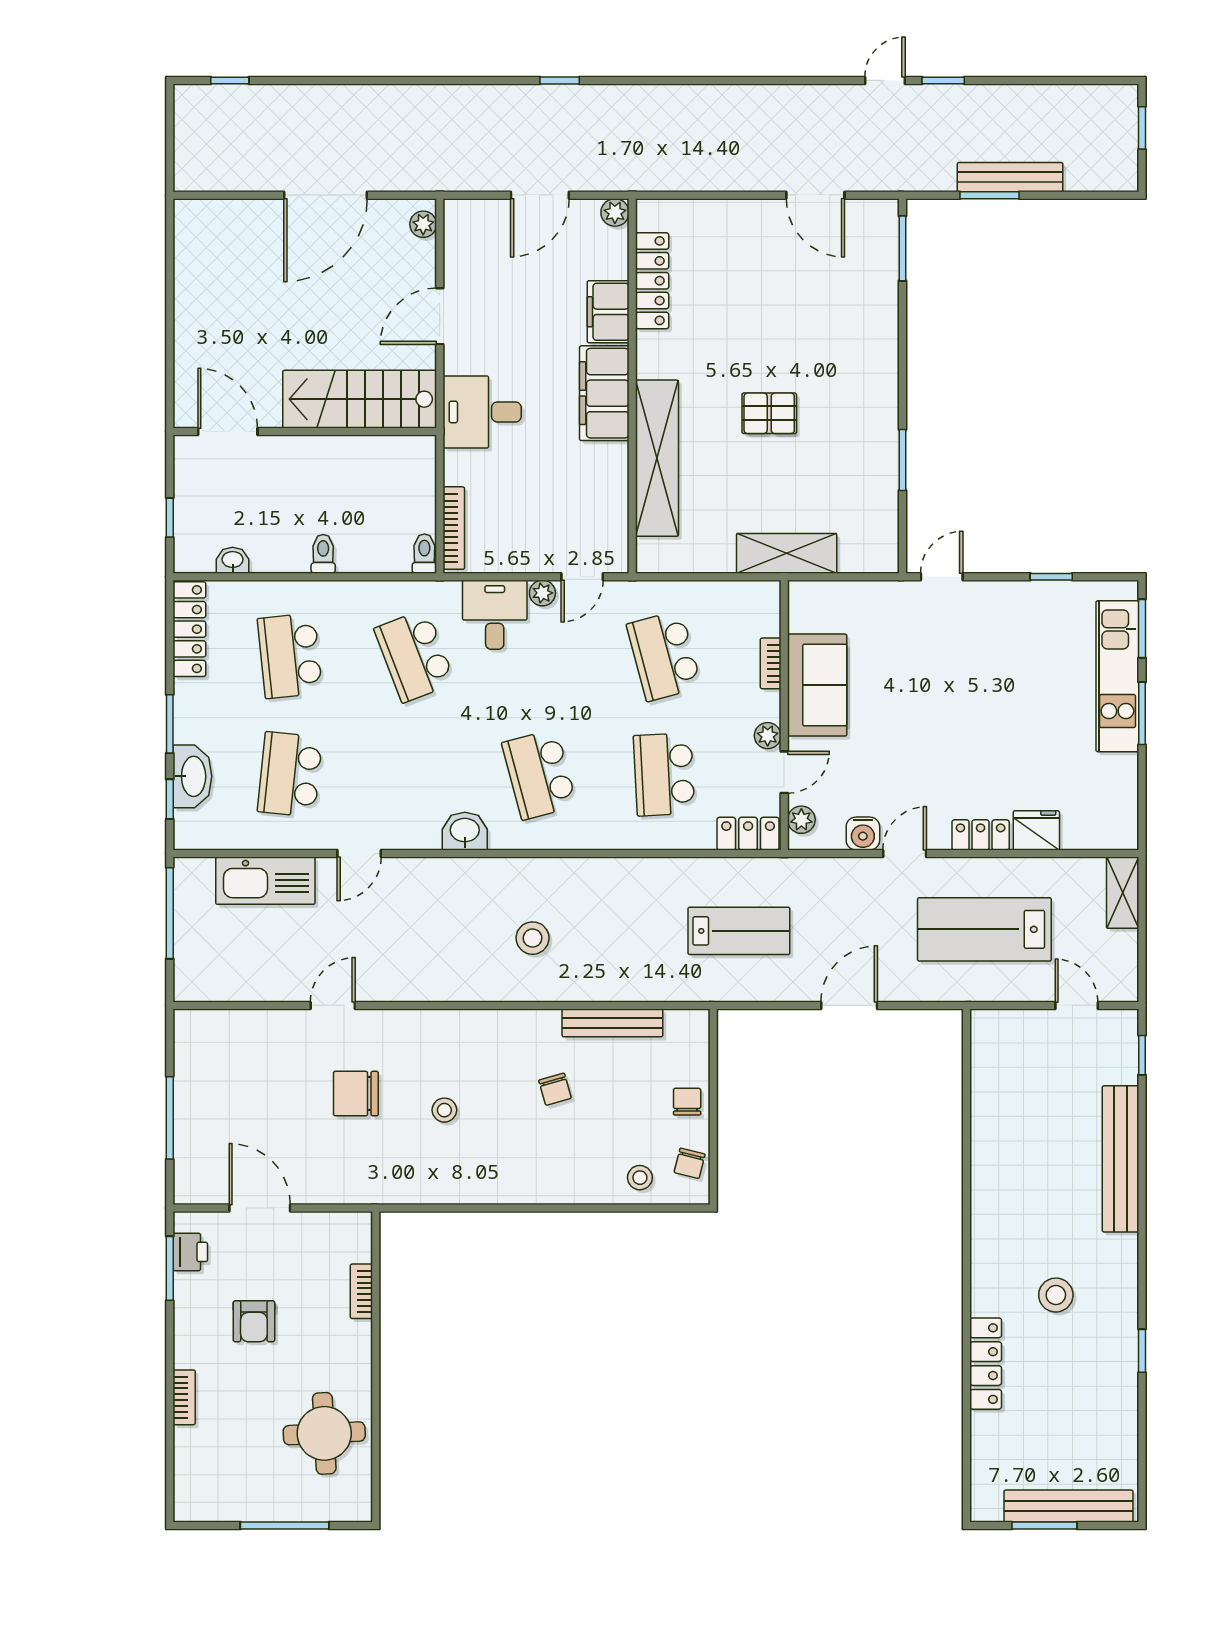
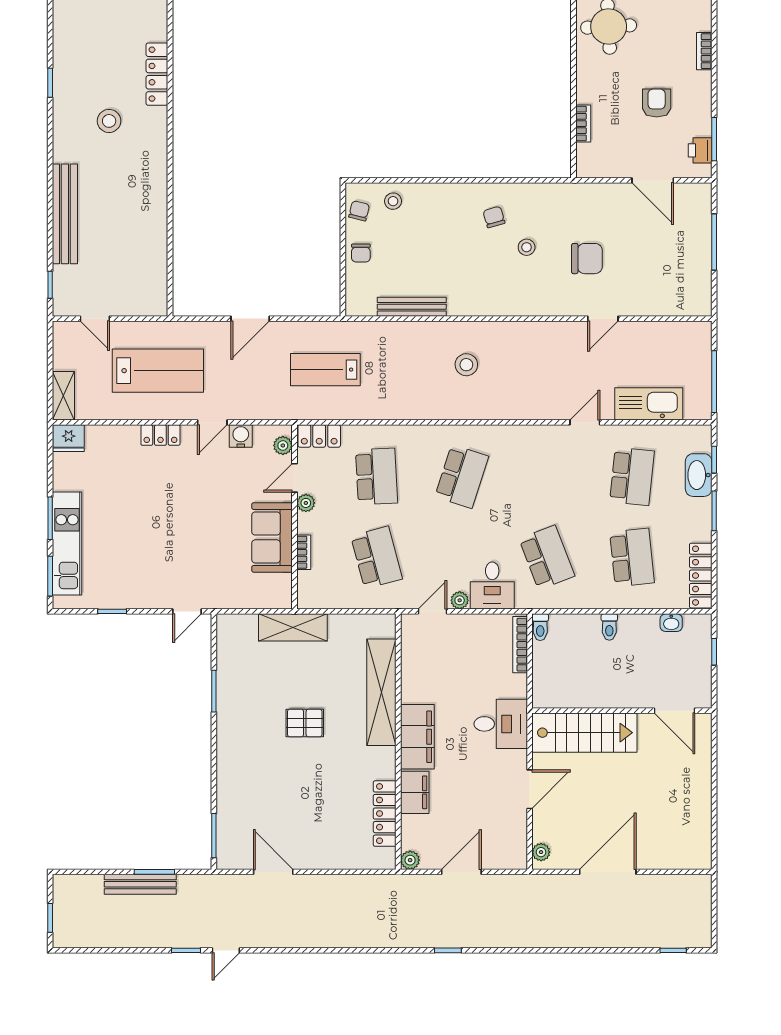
school desk: (539, 774) -> (462, 476), turned 33
fridge: (1036, 830) -> (69, 438), moved
washbasin: (465, 831) -> (513, 438), removed
chair: (555, 1089) -> (494, 217), moved

